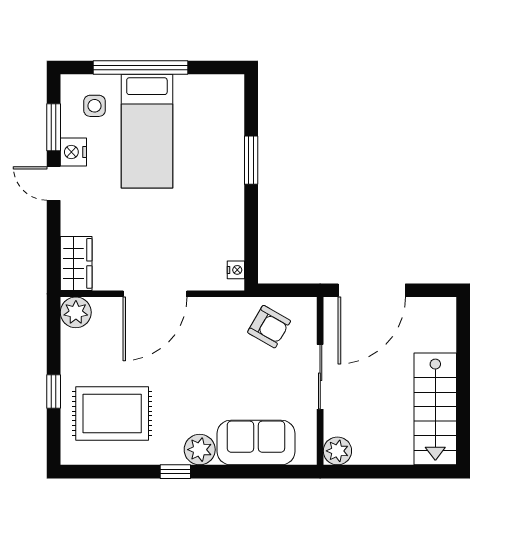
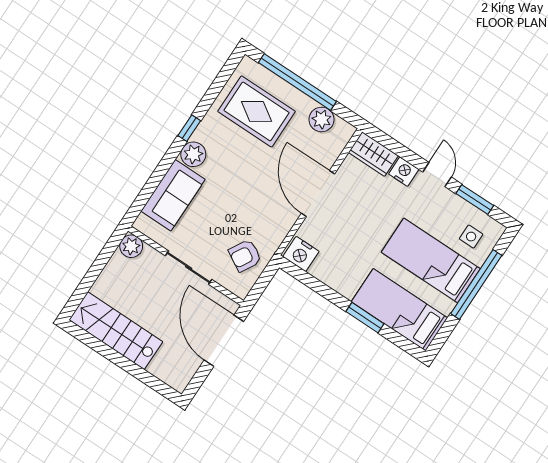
bed: (219, 130) -> (399, 310), added
nightstand: (73, 152) -> (404, 172), moved
door: (54, 184) -> (437, 175), hinge flipped
nightstand: (236, 270) -> (301, 254), width x1.89, depth x1.79
plant: (76, 312) -> (322, 119), moved
window: (54, 391) -> (297, 82), width x3.17
rug: (112, 414) -> (257, 111), turned 90

